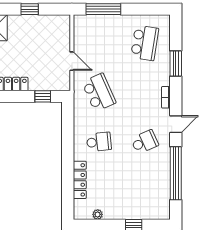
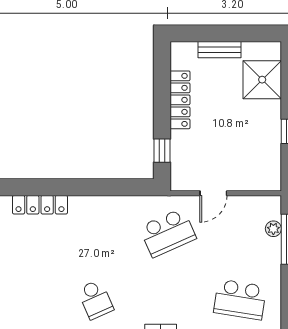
plant: (96, 20) -> (273, 229), added
school desk: (99, 142) -> (95, 233), removed

